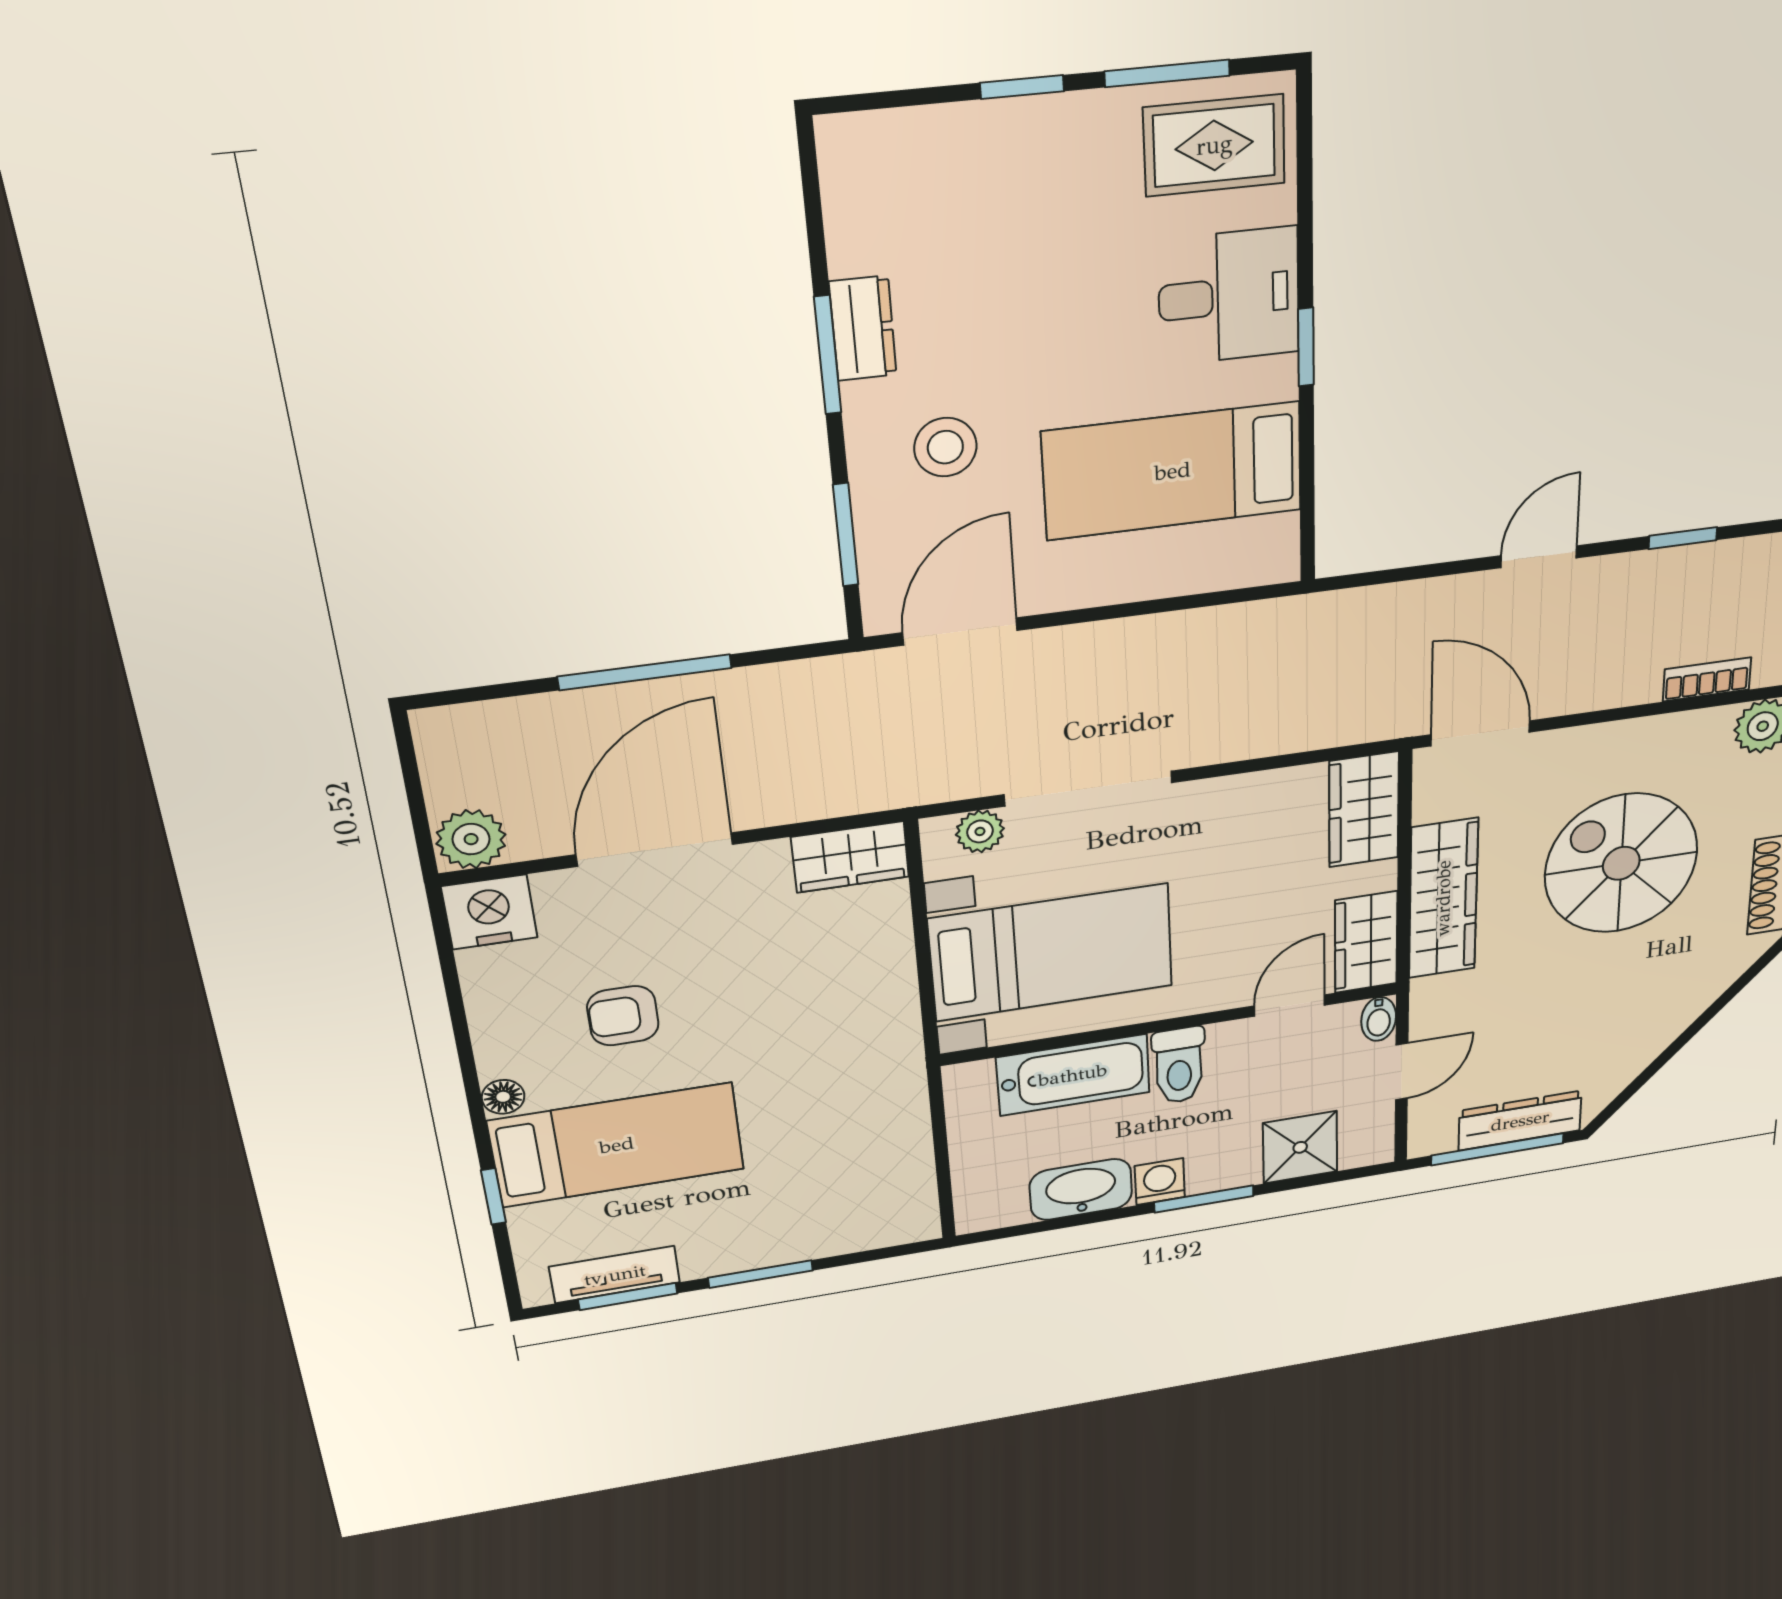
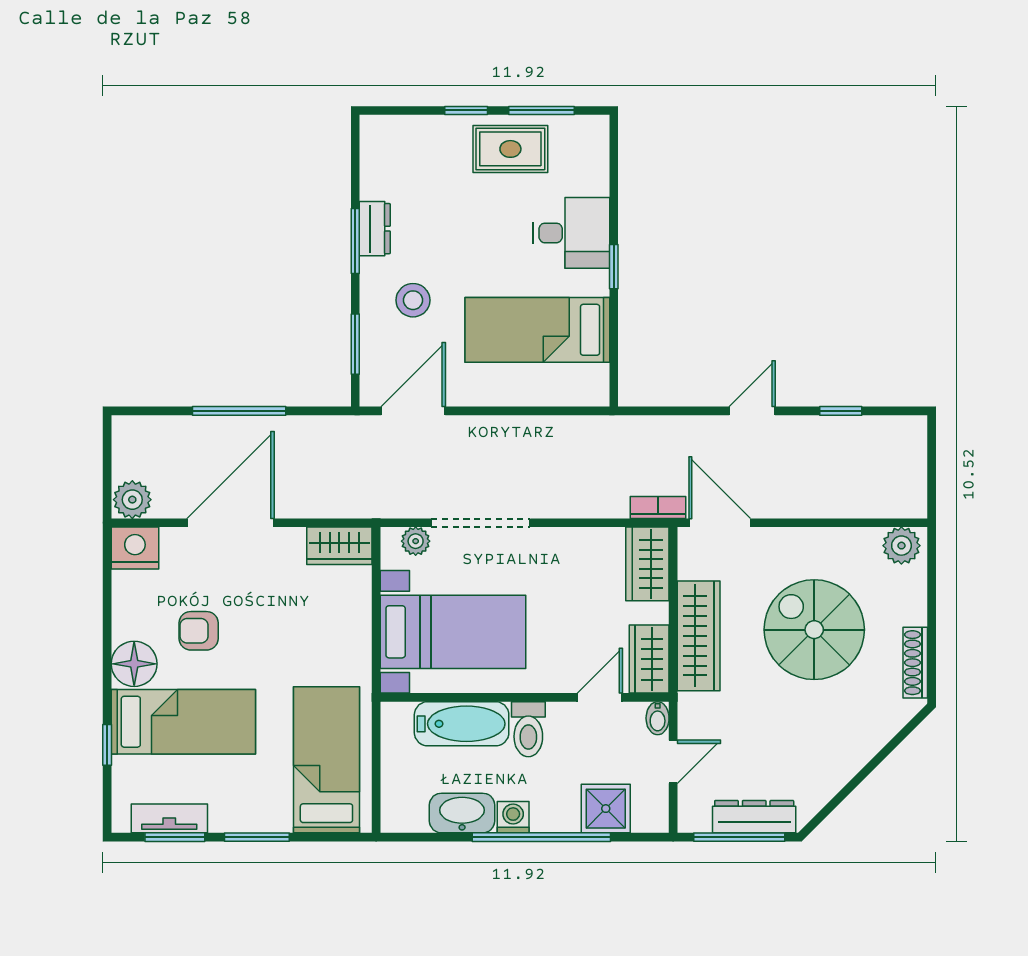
rug: (1214, 145) -> (510, 149), moved
bookcase: (1707, 679) -> (658, 507), moved
floor lamp: (503, 1097) -> (134, 664), width x1.89, depth x1.89
bed: (860, 1157) -> (326, 760), added
window: (1204, 1199) -> (541, 837), width x2.11

